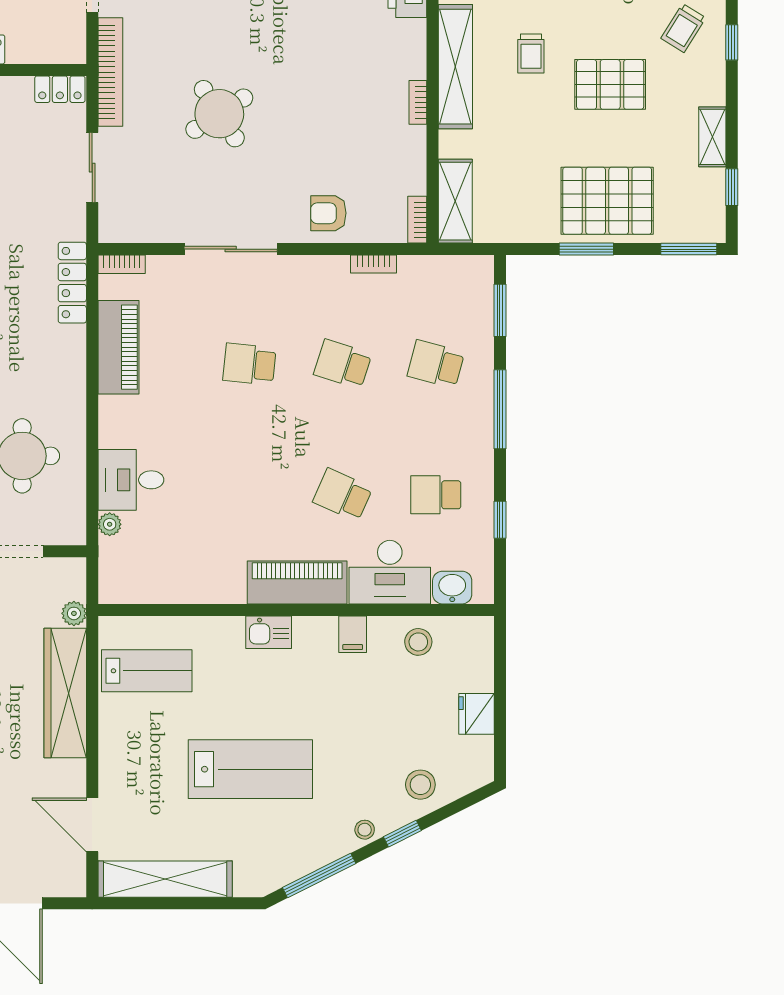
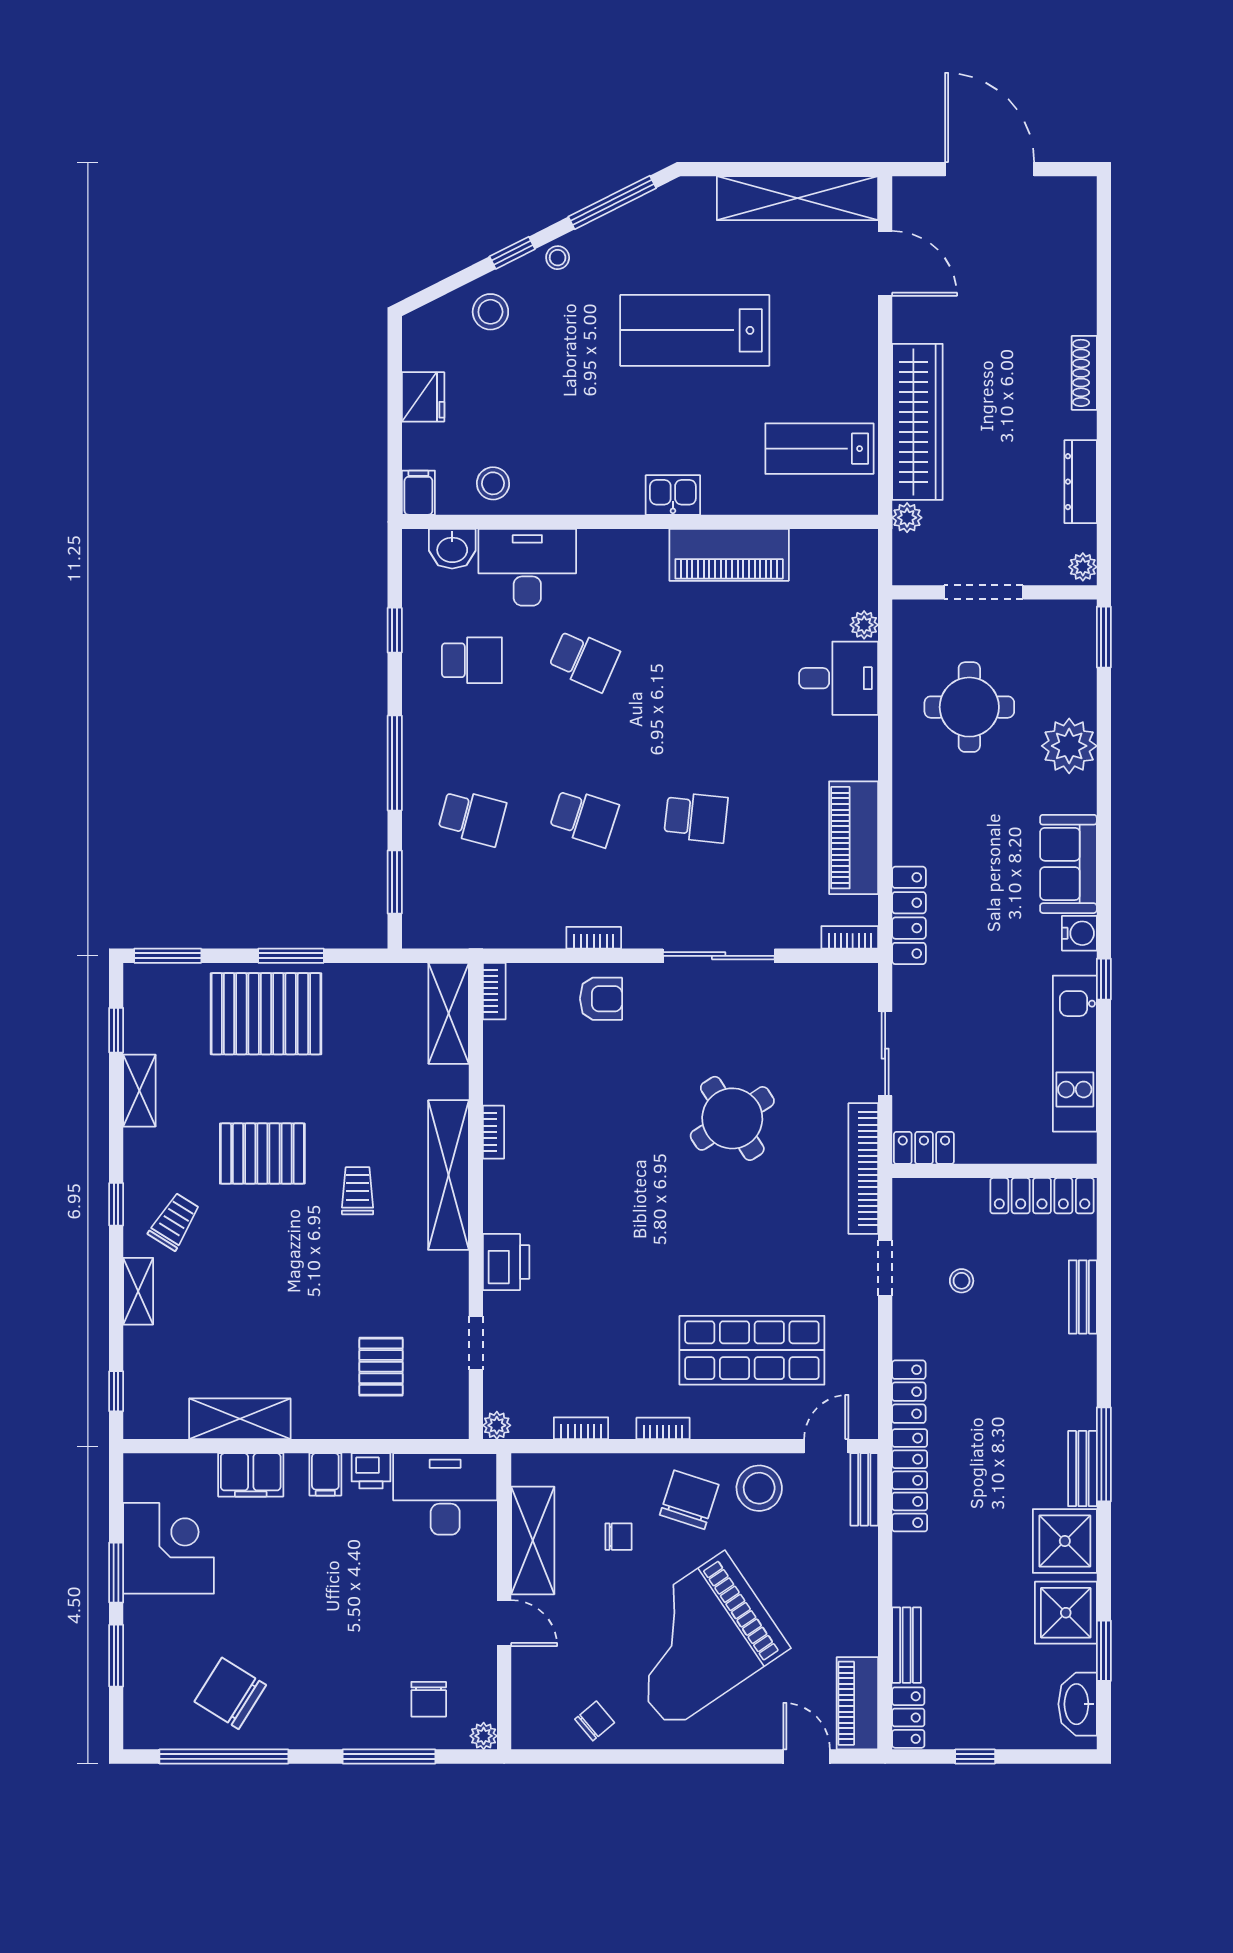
bookcase: (374, 264) -> (594, 938), moved
piano: (297, 582) -> (729, 555), moved
filing cabinet: (353, 634) -> (418, 493), moved

